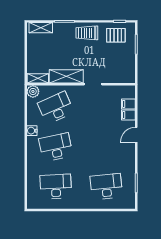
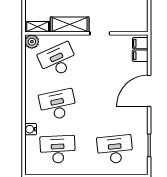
filing cabinet: (128, 115) -> (140, 43), moved
water cooler: (32, 131) -> (31, 129), moved
door: (136, 135) -> (149, 91), width x1.87

